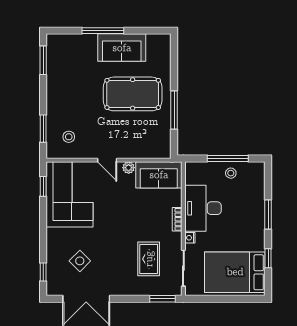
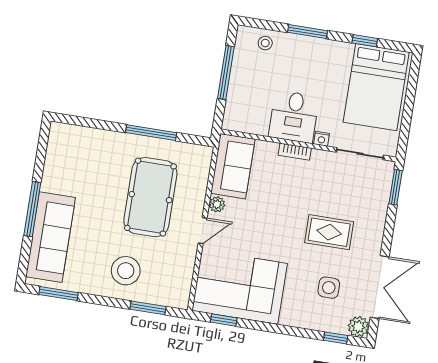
sofa: (122, 48) -> (51, 237), moved, width x1.36
pool table: (133, 94) -> (150, 197), moved
stool: (69, 137) -> (126, 271), moved, width x1.89, depth x1.89
stool: (231, 173) -> (265, 43), moved
desk: (203, 208) -> (294, 117), width x0.73
rug: (149, 259) -> (329, 232), moved
side table: (80, 261) -> (329, 288), turned 45
plant: (54, 288) -> (358, 327), added

